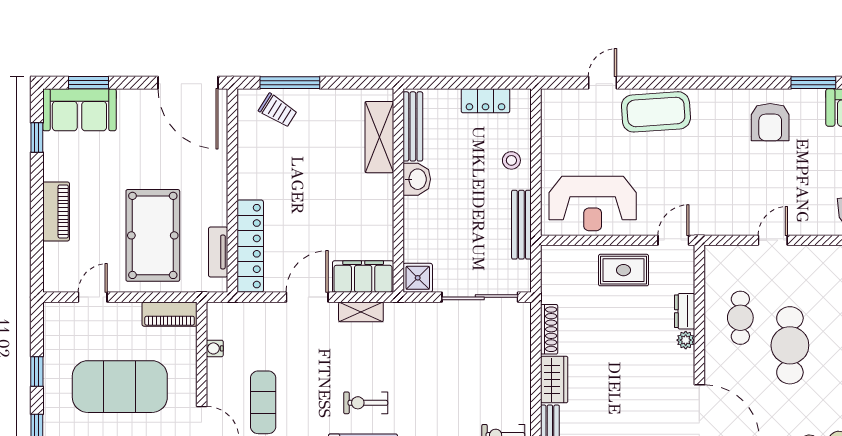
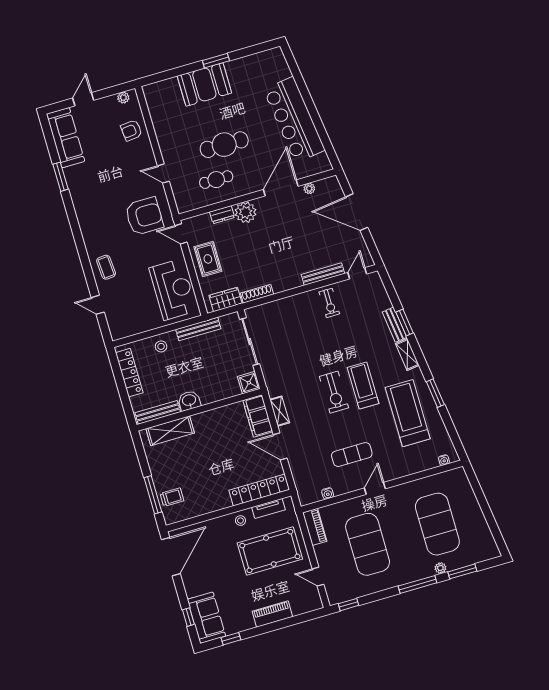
window: (89, 83) -> (188, 617), width x0.67
locker: (485, 101) -> (129, 373), width x1.53
trolley: (278, 110) -> (172, 497), turned 58
coffee table: (656, 112) -> (106, 267), width x0.54, depth x0.58
armchair: (770, 122) -> (144, 216), moved, width x1.36, depth x1.36
stool: (212, 204) -> (240, 521), added
plant: (686, 340) -> (246, 212), width x1.88, depth x1.88
window: (37, 372) -> (349, 605), moved
wardrobe: (554, 380) -> (226, 300), moved
exercise bike: (366, 403) -> (334, 392), width x1.38, depth x1.39

